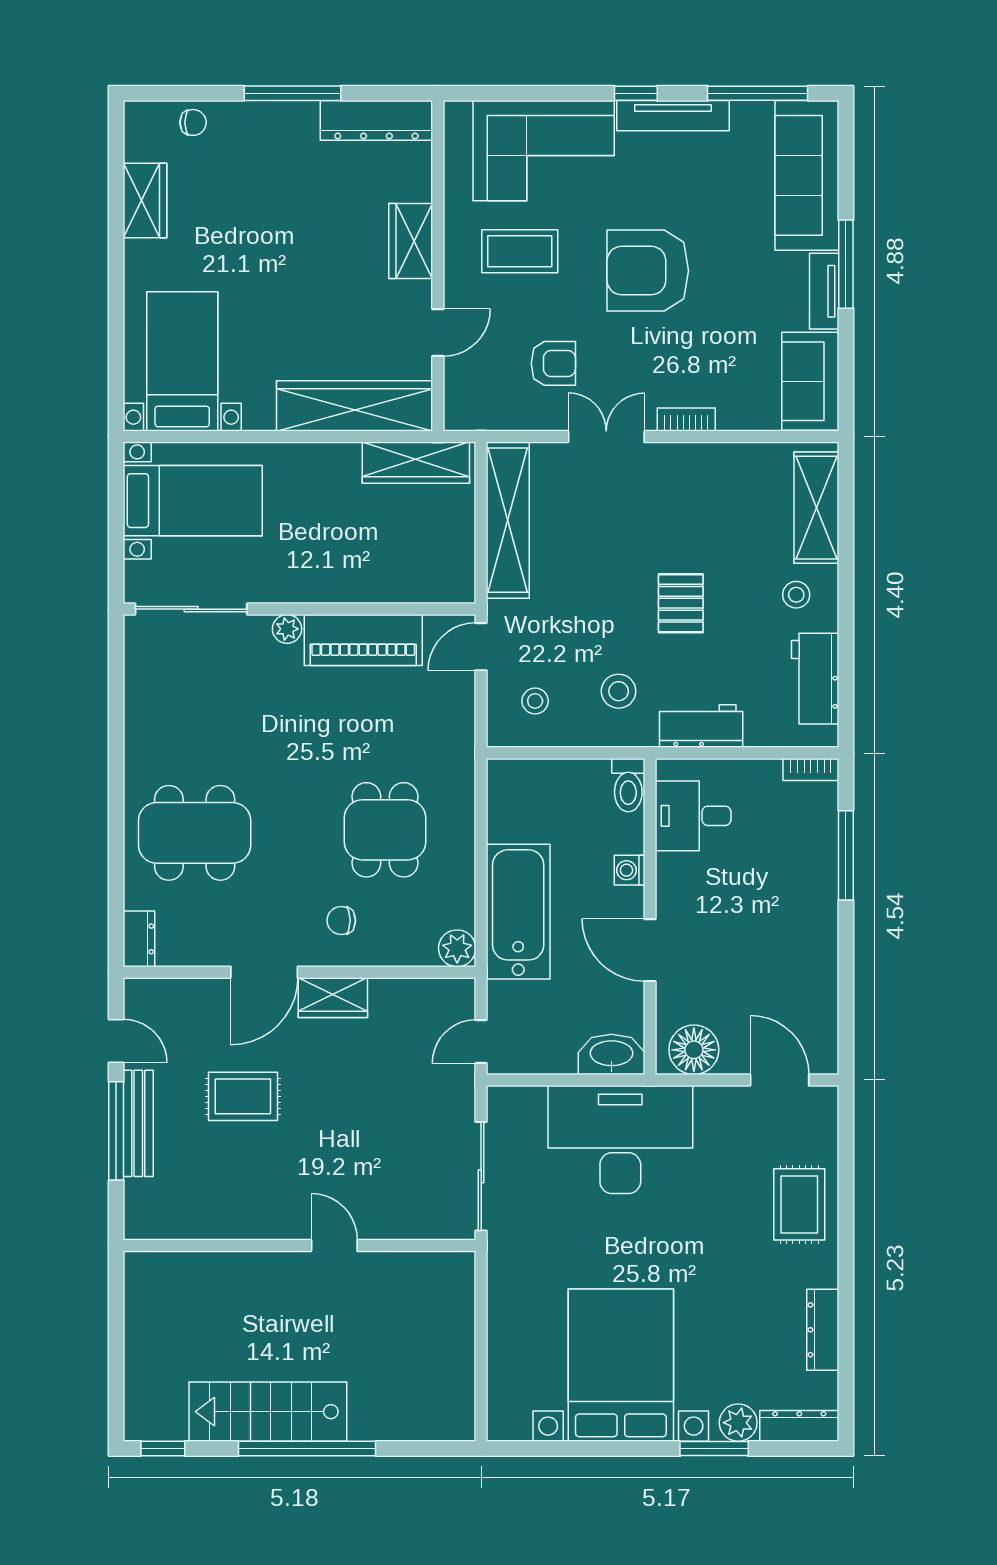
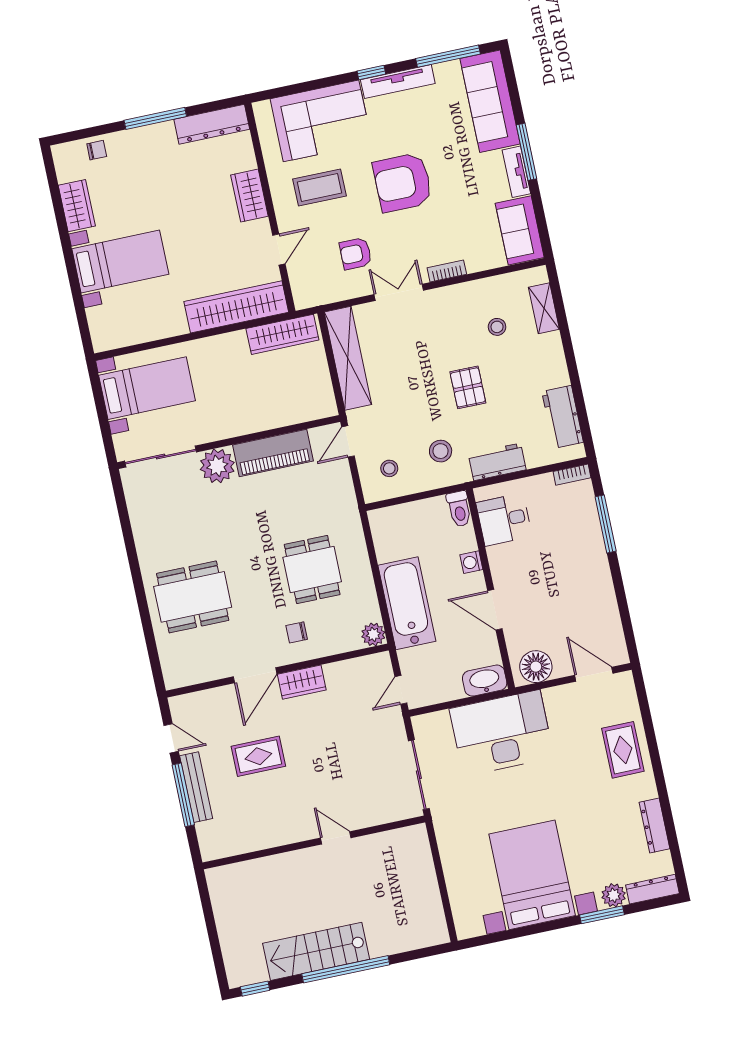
bed with nightstands: (182, 361) -> (120, 262), moved, turned 90
armchair: (553, 363) -> (356, 254), turned 180
shelving: (816, 508) -> (544, 308), width x0.67, depth x0.75
stool: (796, 595) -> (497, 327), moved
plant: (287, 629) -> (217, 466), width x1.87, depth x1.87
dresser: (139, 939) -> (172, 671), removed

